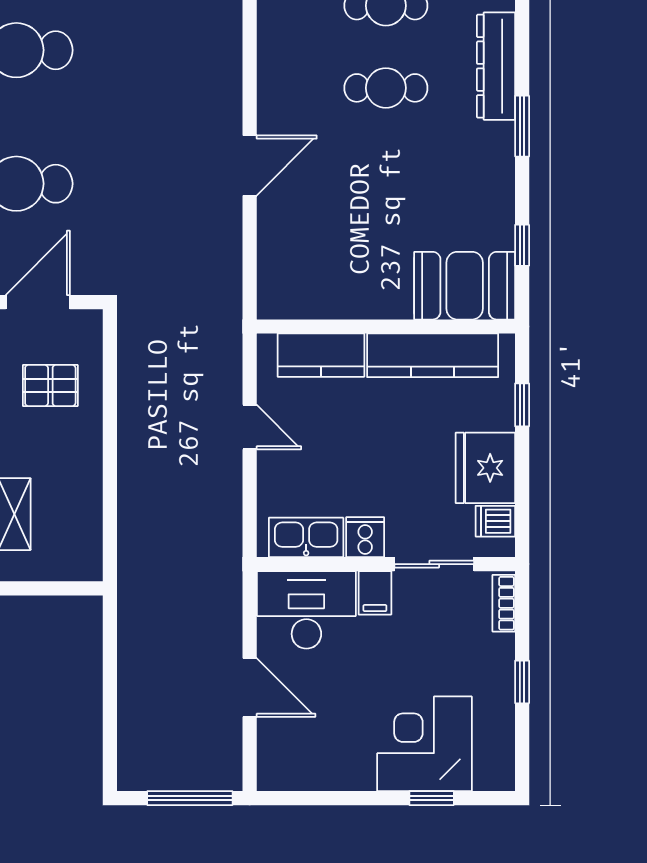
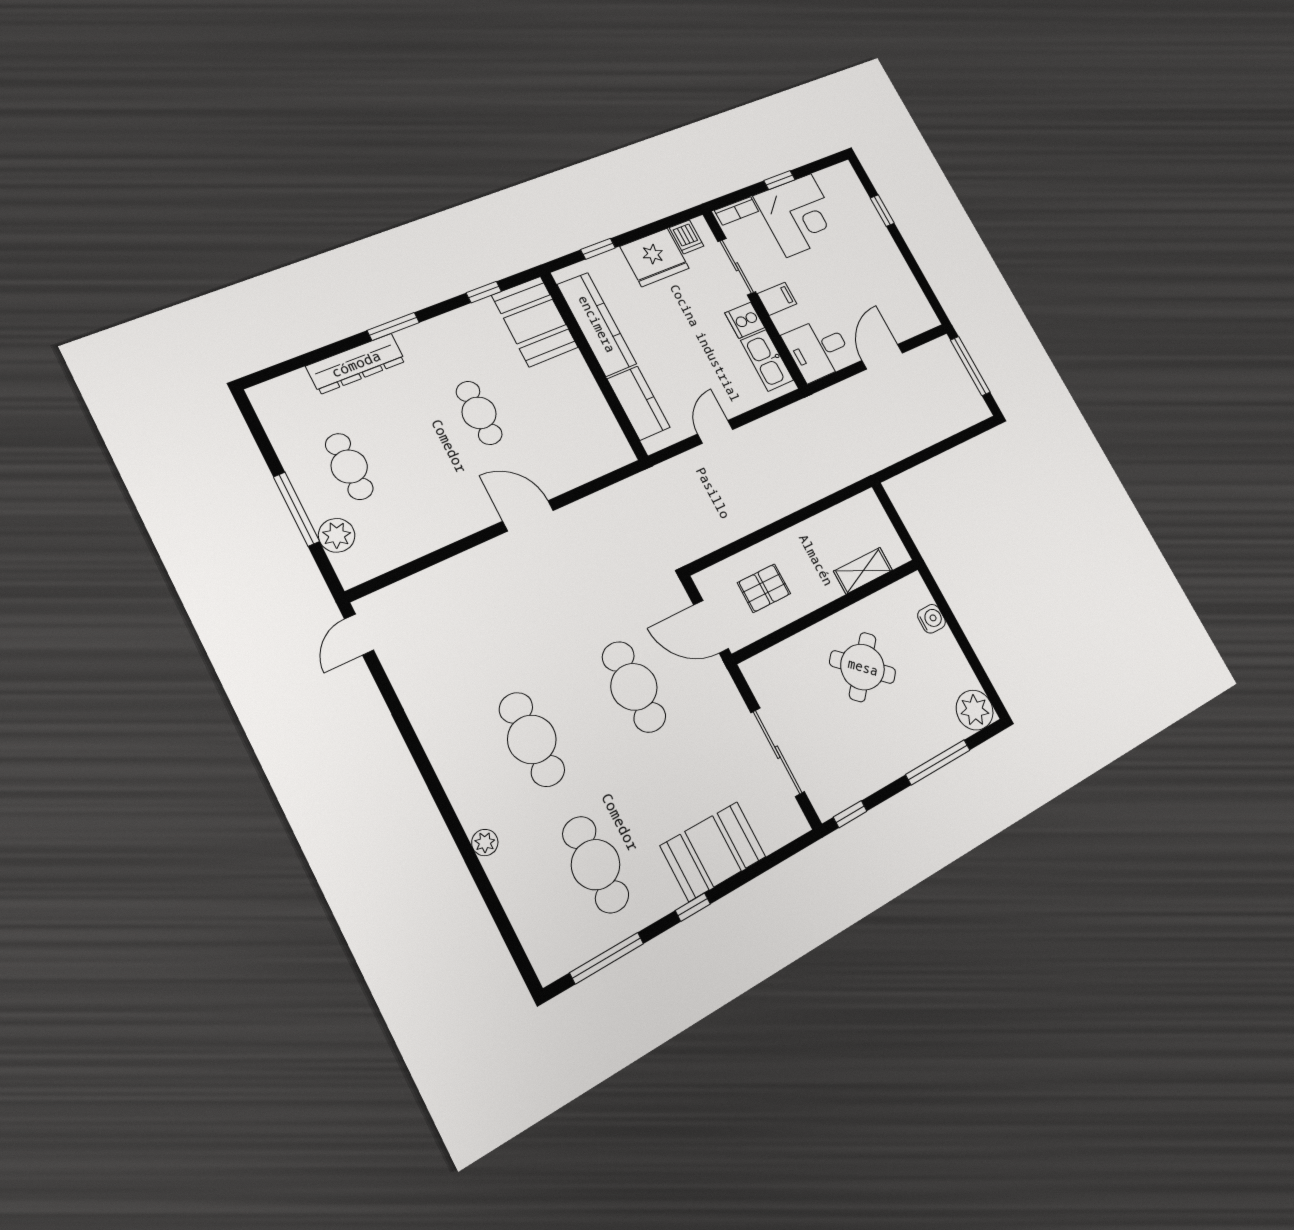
cafe table: (386, 88) -> (479, 413), moved
pallet: (50, 386) -> (764, 588), turned 90
desk: (306, 610) -> (818, 349), width x0.73
corner desk: (425, 744) -> (799, 215), moved, turned -90

